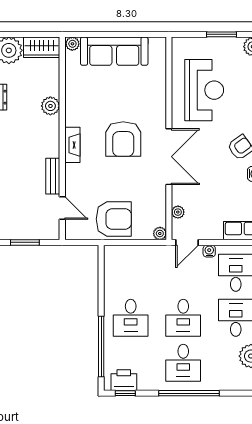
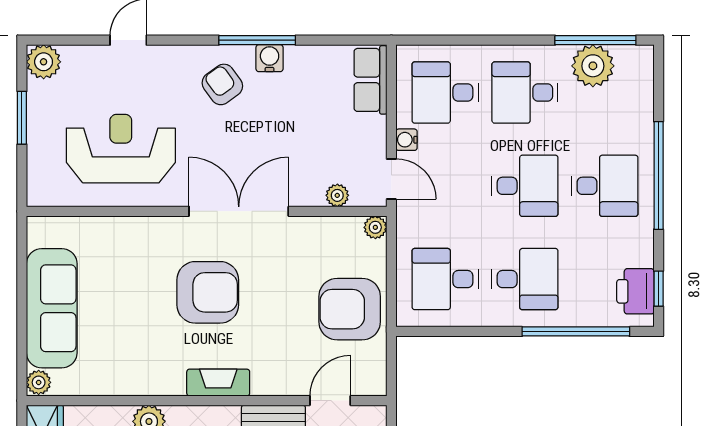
armchair: (114, 219) -> (350, 309), turned -90
desk: (131, 273) -> (445, 279), added

